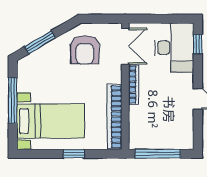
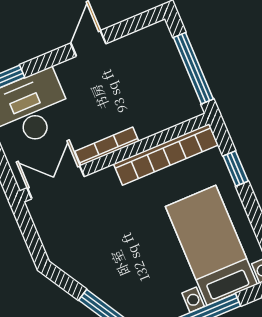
armchair: (85, 50) -> (86, 239), removed
window: (74, 154) -> (236, 168), moved

